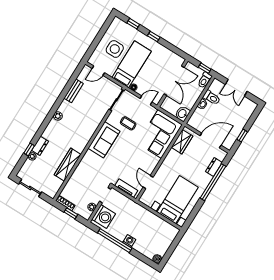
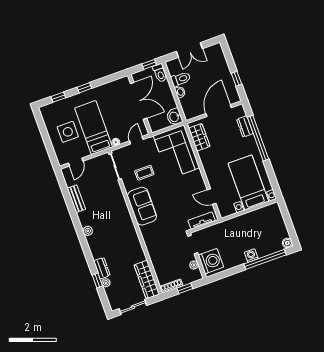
wardrobe: (68, 165) -> (147, 280), moved
window: (115, 241) -> (265, 259), moved

